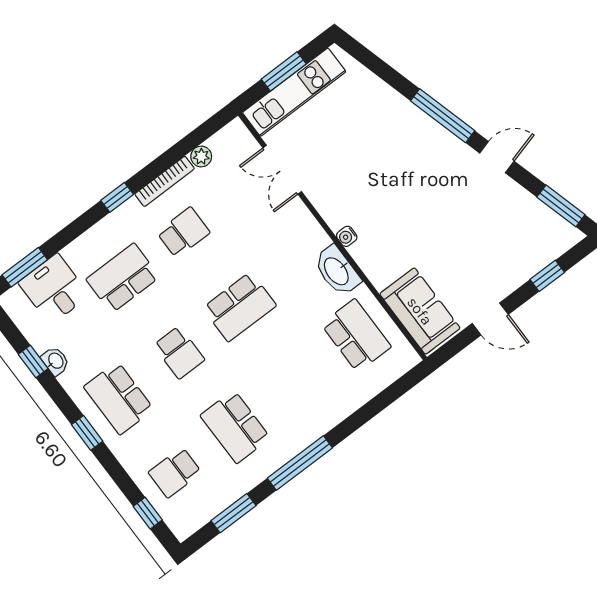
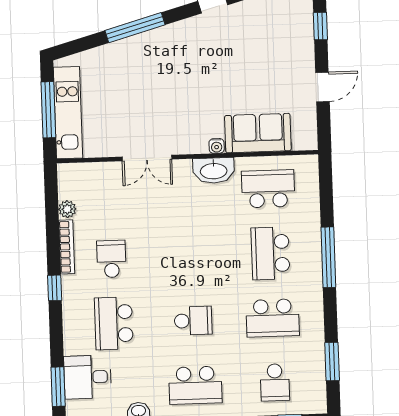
window: (284, 71) -> (48, 110), width x1.44
window: (443, 116) -> (135, 28), moved
double door: (282, 170) -> (147, 158), moved
water cooler: (347, 236) -> (217, 146), moved
school desk: (239, 307) -> (270, 253), moved, turned 180
sofa: (420, 311) -> (258, 133), moved
window: (300, 463) -> (328, 257), moved

